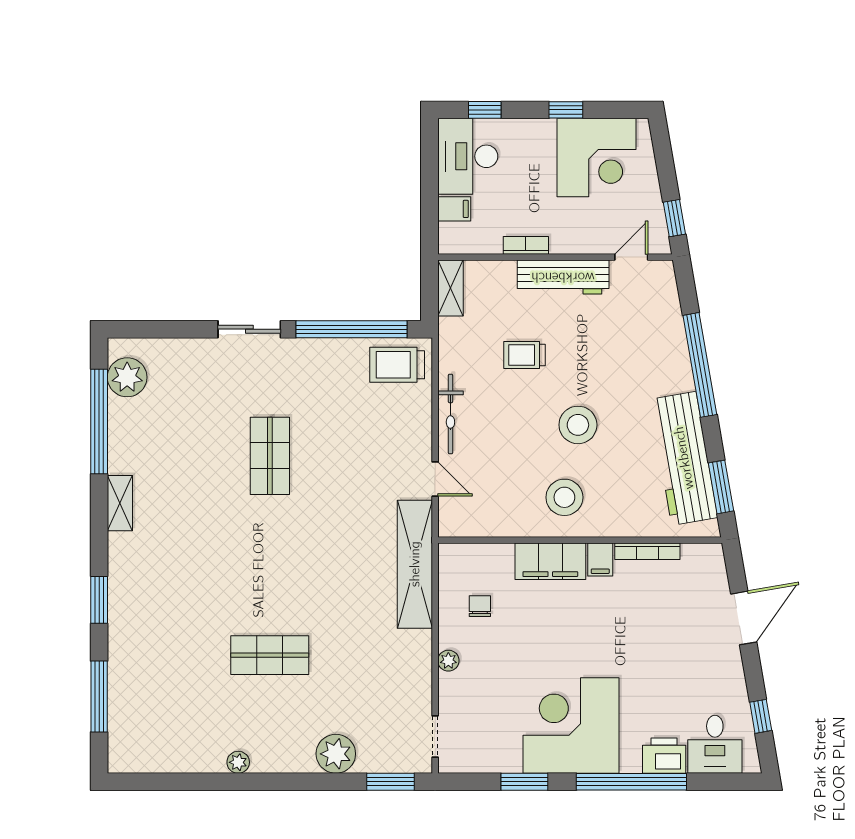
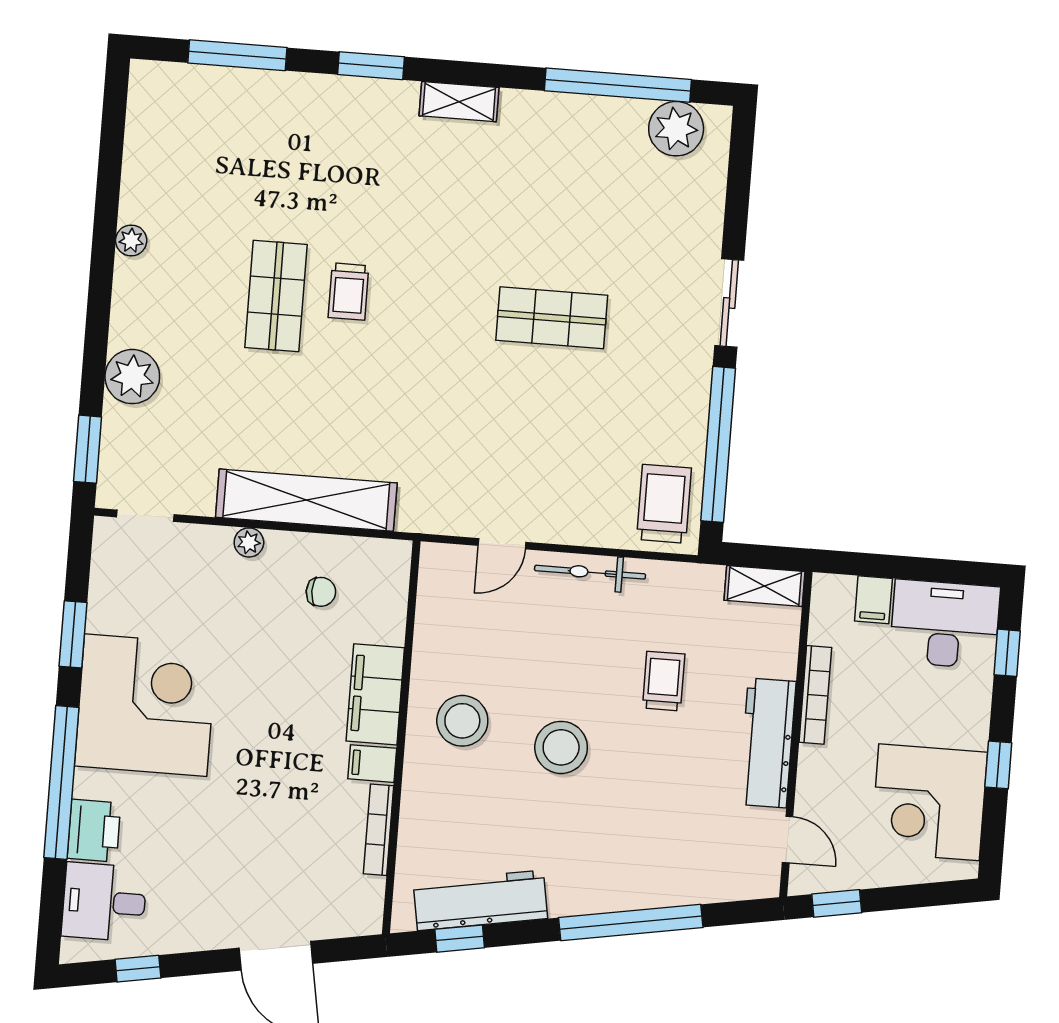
bookcase: (526, 245) -> (815, 695), width x1.56
workbench: (684, 458) -> (480, 900), width x0.73, depth x0.76
window: (721, 487) -> (460, 939), width x0.67
shelving: (120, 503) -> (459, 102), moved
shelving: (415, 564) -> (306, 500), moved
trolley: (263, 603) -> (349, 292), added

